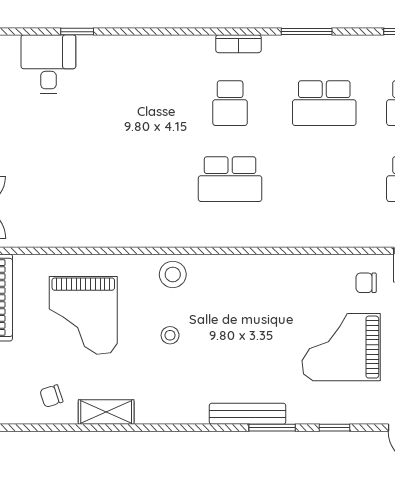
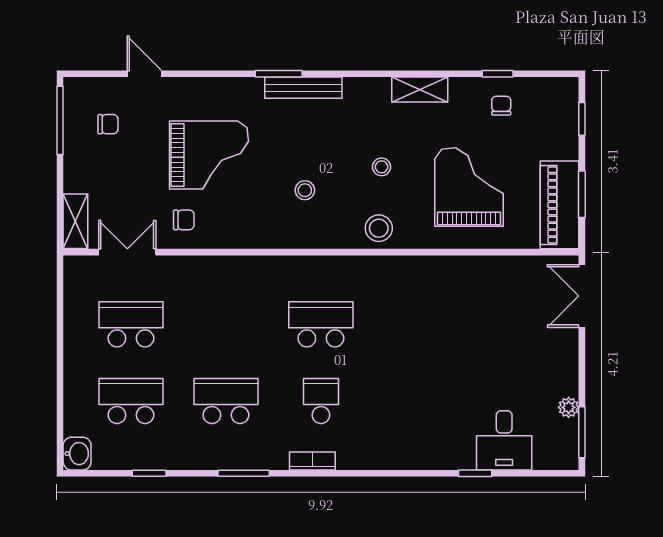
stool: (246, 312) -> (305, 190), added
chair: (51, 396) -> (501, 106), turned -72
shelving: (106, 412) -> (420, 90), moved
window: (335, 428) -> (498, 74), moved

